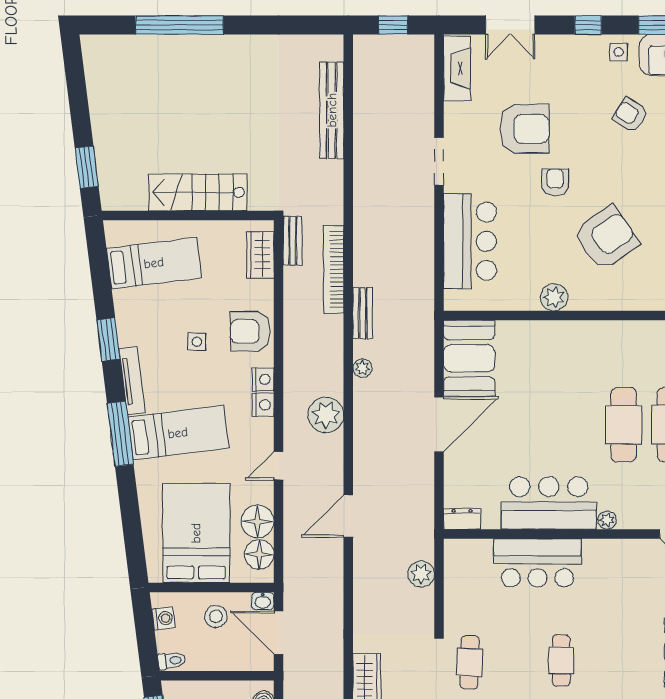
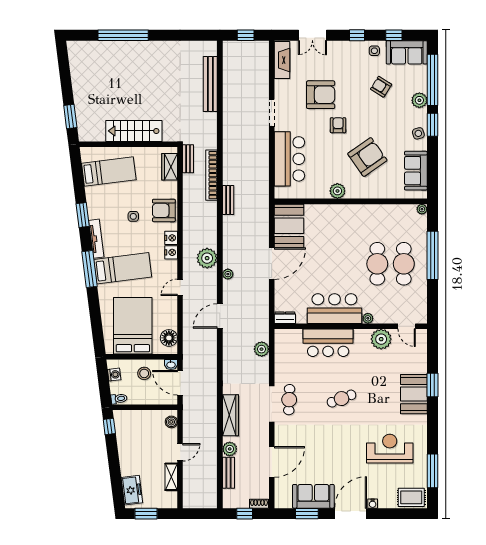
plant: (362, 368) -> (228, 274), moved
floor lamp: (258, 521) -> (168, 319), removed
plant: (630, 556) -> (381, 339), added
cafe table: (561, 660) -> (342, 399), turned 69

